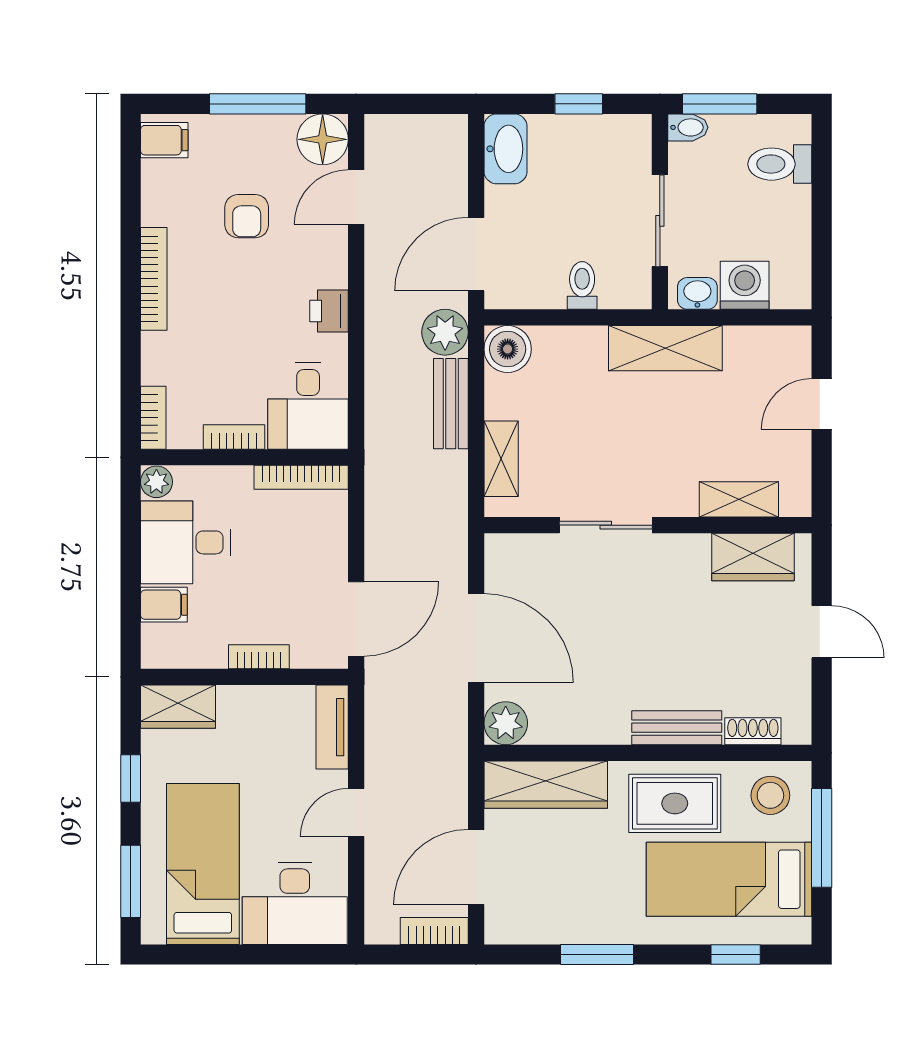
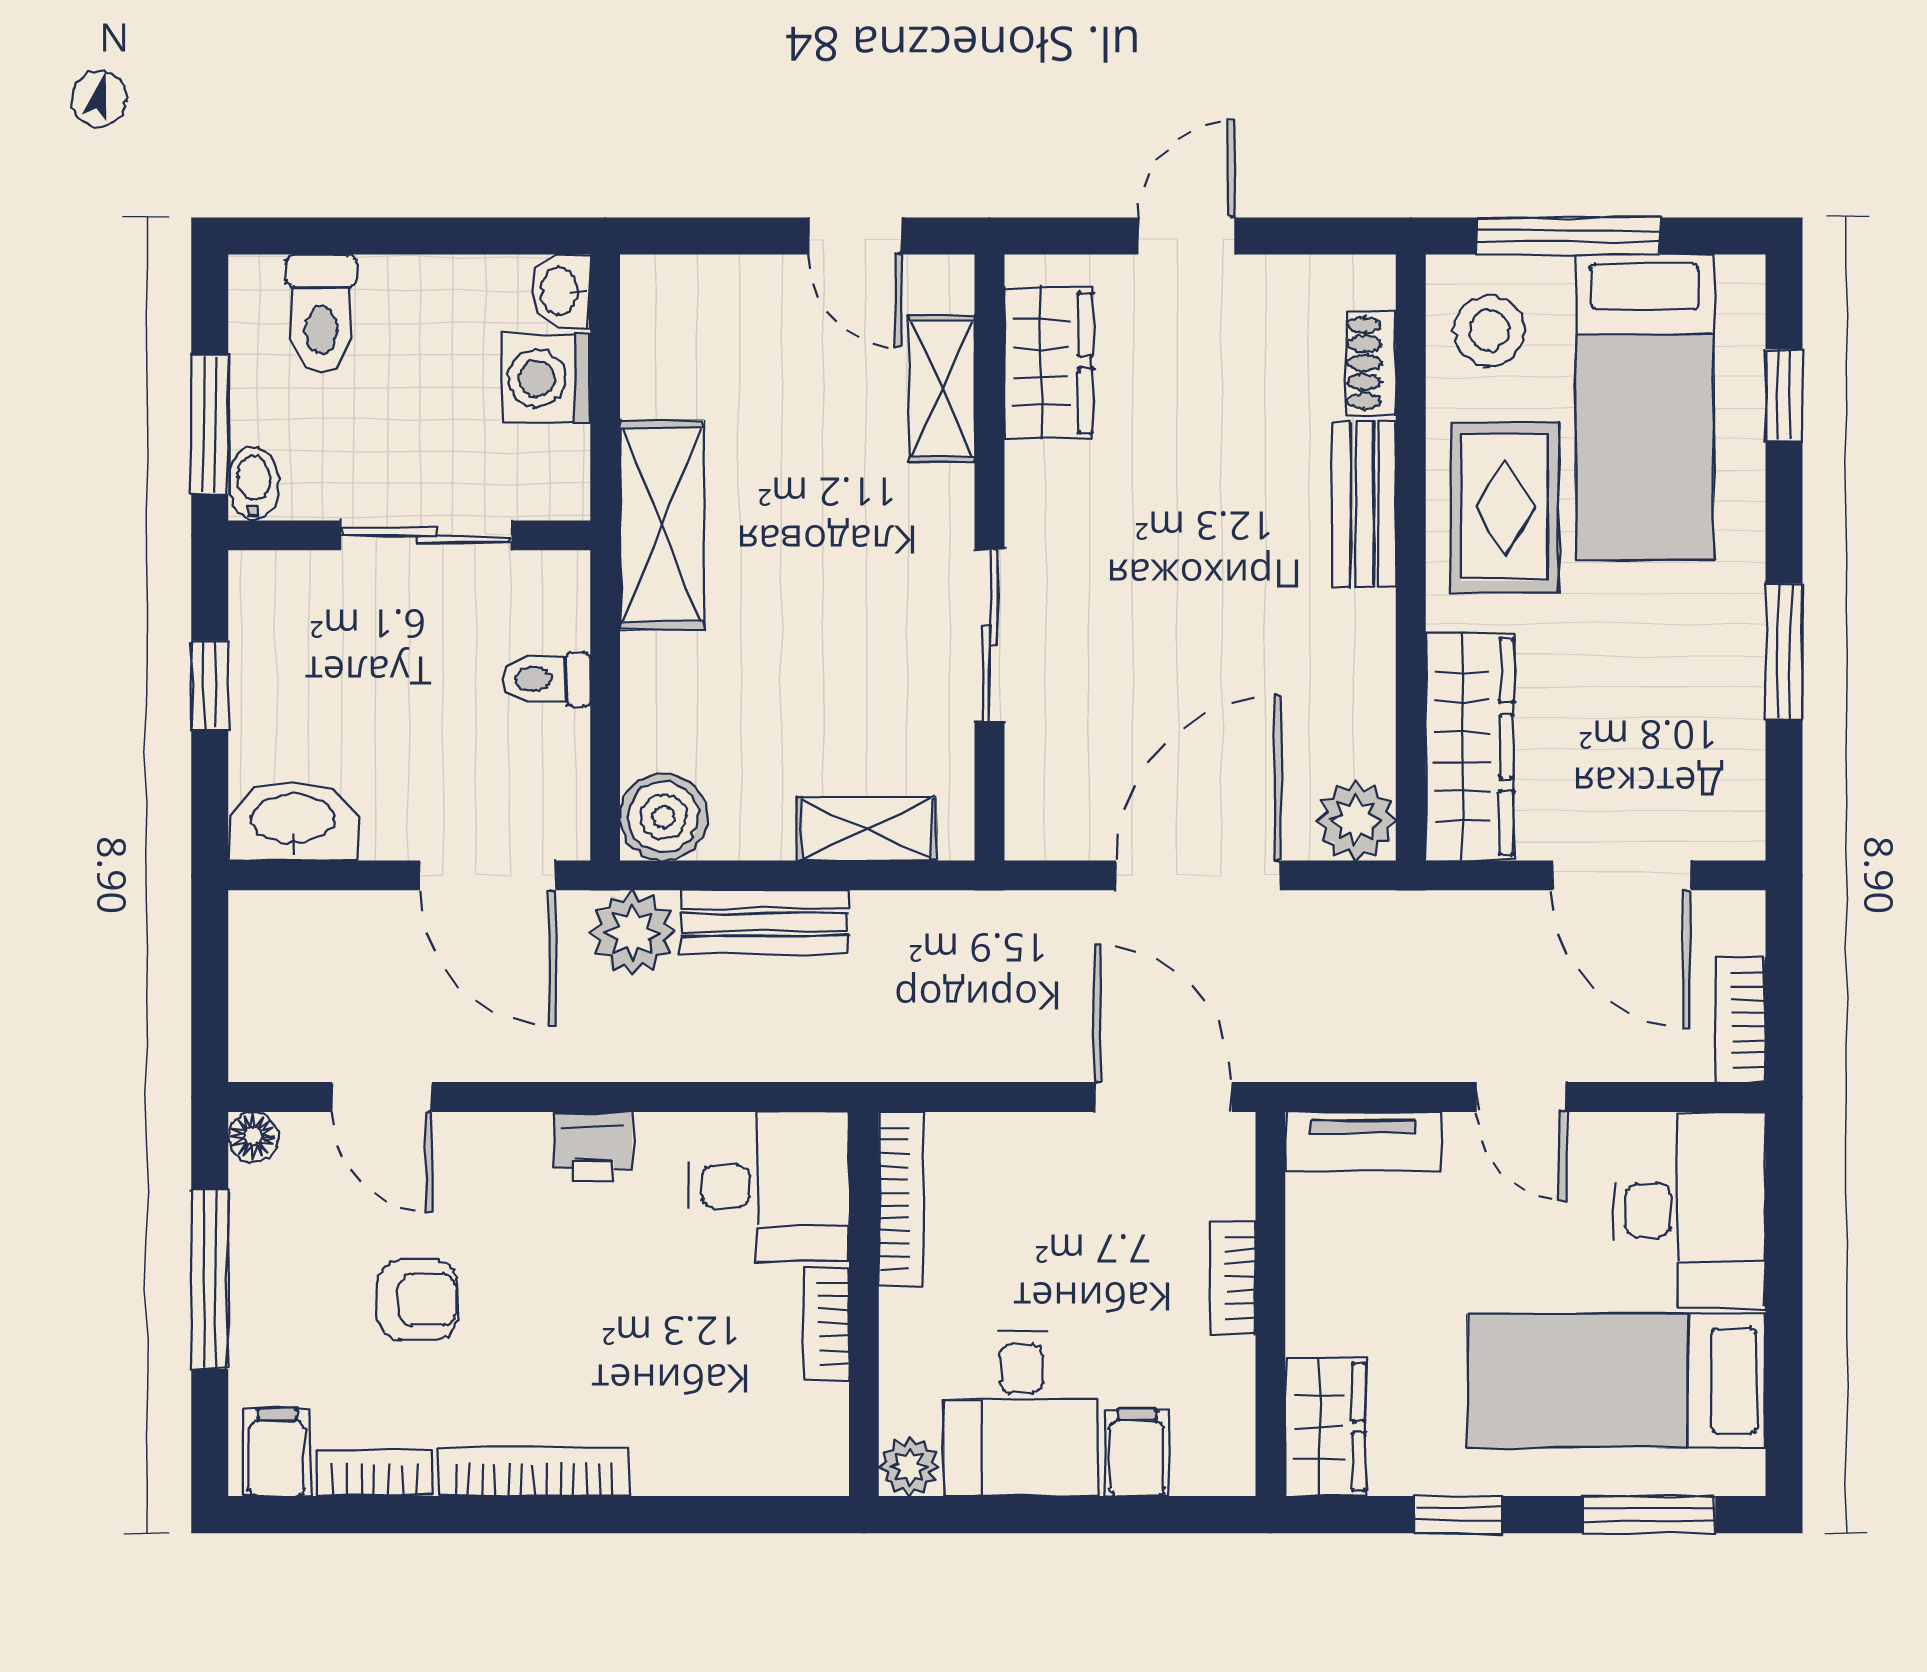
floor lamp: (323, 139) -> (253, 1137), width x0.53, depth x0.53
washbasin: (697, 293) -> (561, 291), moved
door: (822, 404) -> (855, 236), moved
bookcase: (153, 418) -> (374, 1473), moved
bookcase: (434, 931) -> (1740, 1020), moved

